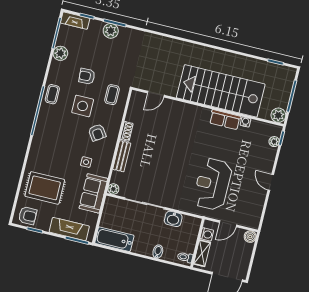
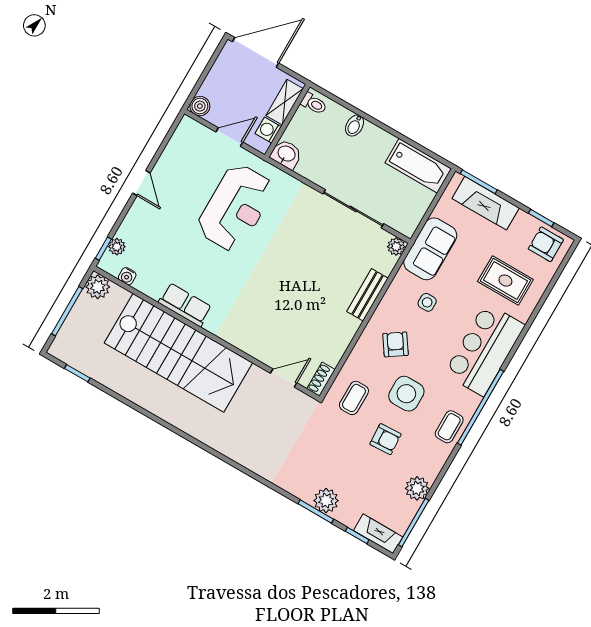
water cooler: (245, 122) -> (127, 276), moved
shoe rack: (127, 131) -> (321, 379), moved
bar counter: (45, 145) -> (485, 350), added
rug: (45, 188) -> (505, 281), width x0.73, depth x0.70
washbasin: (173, 219) -> (286, 154), moved

